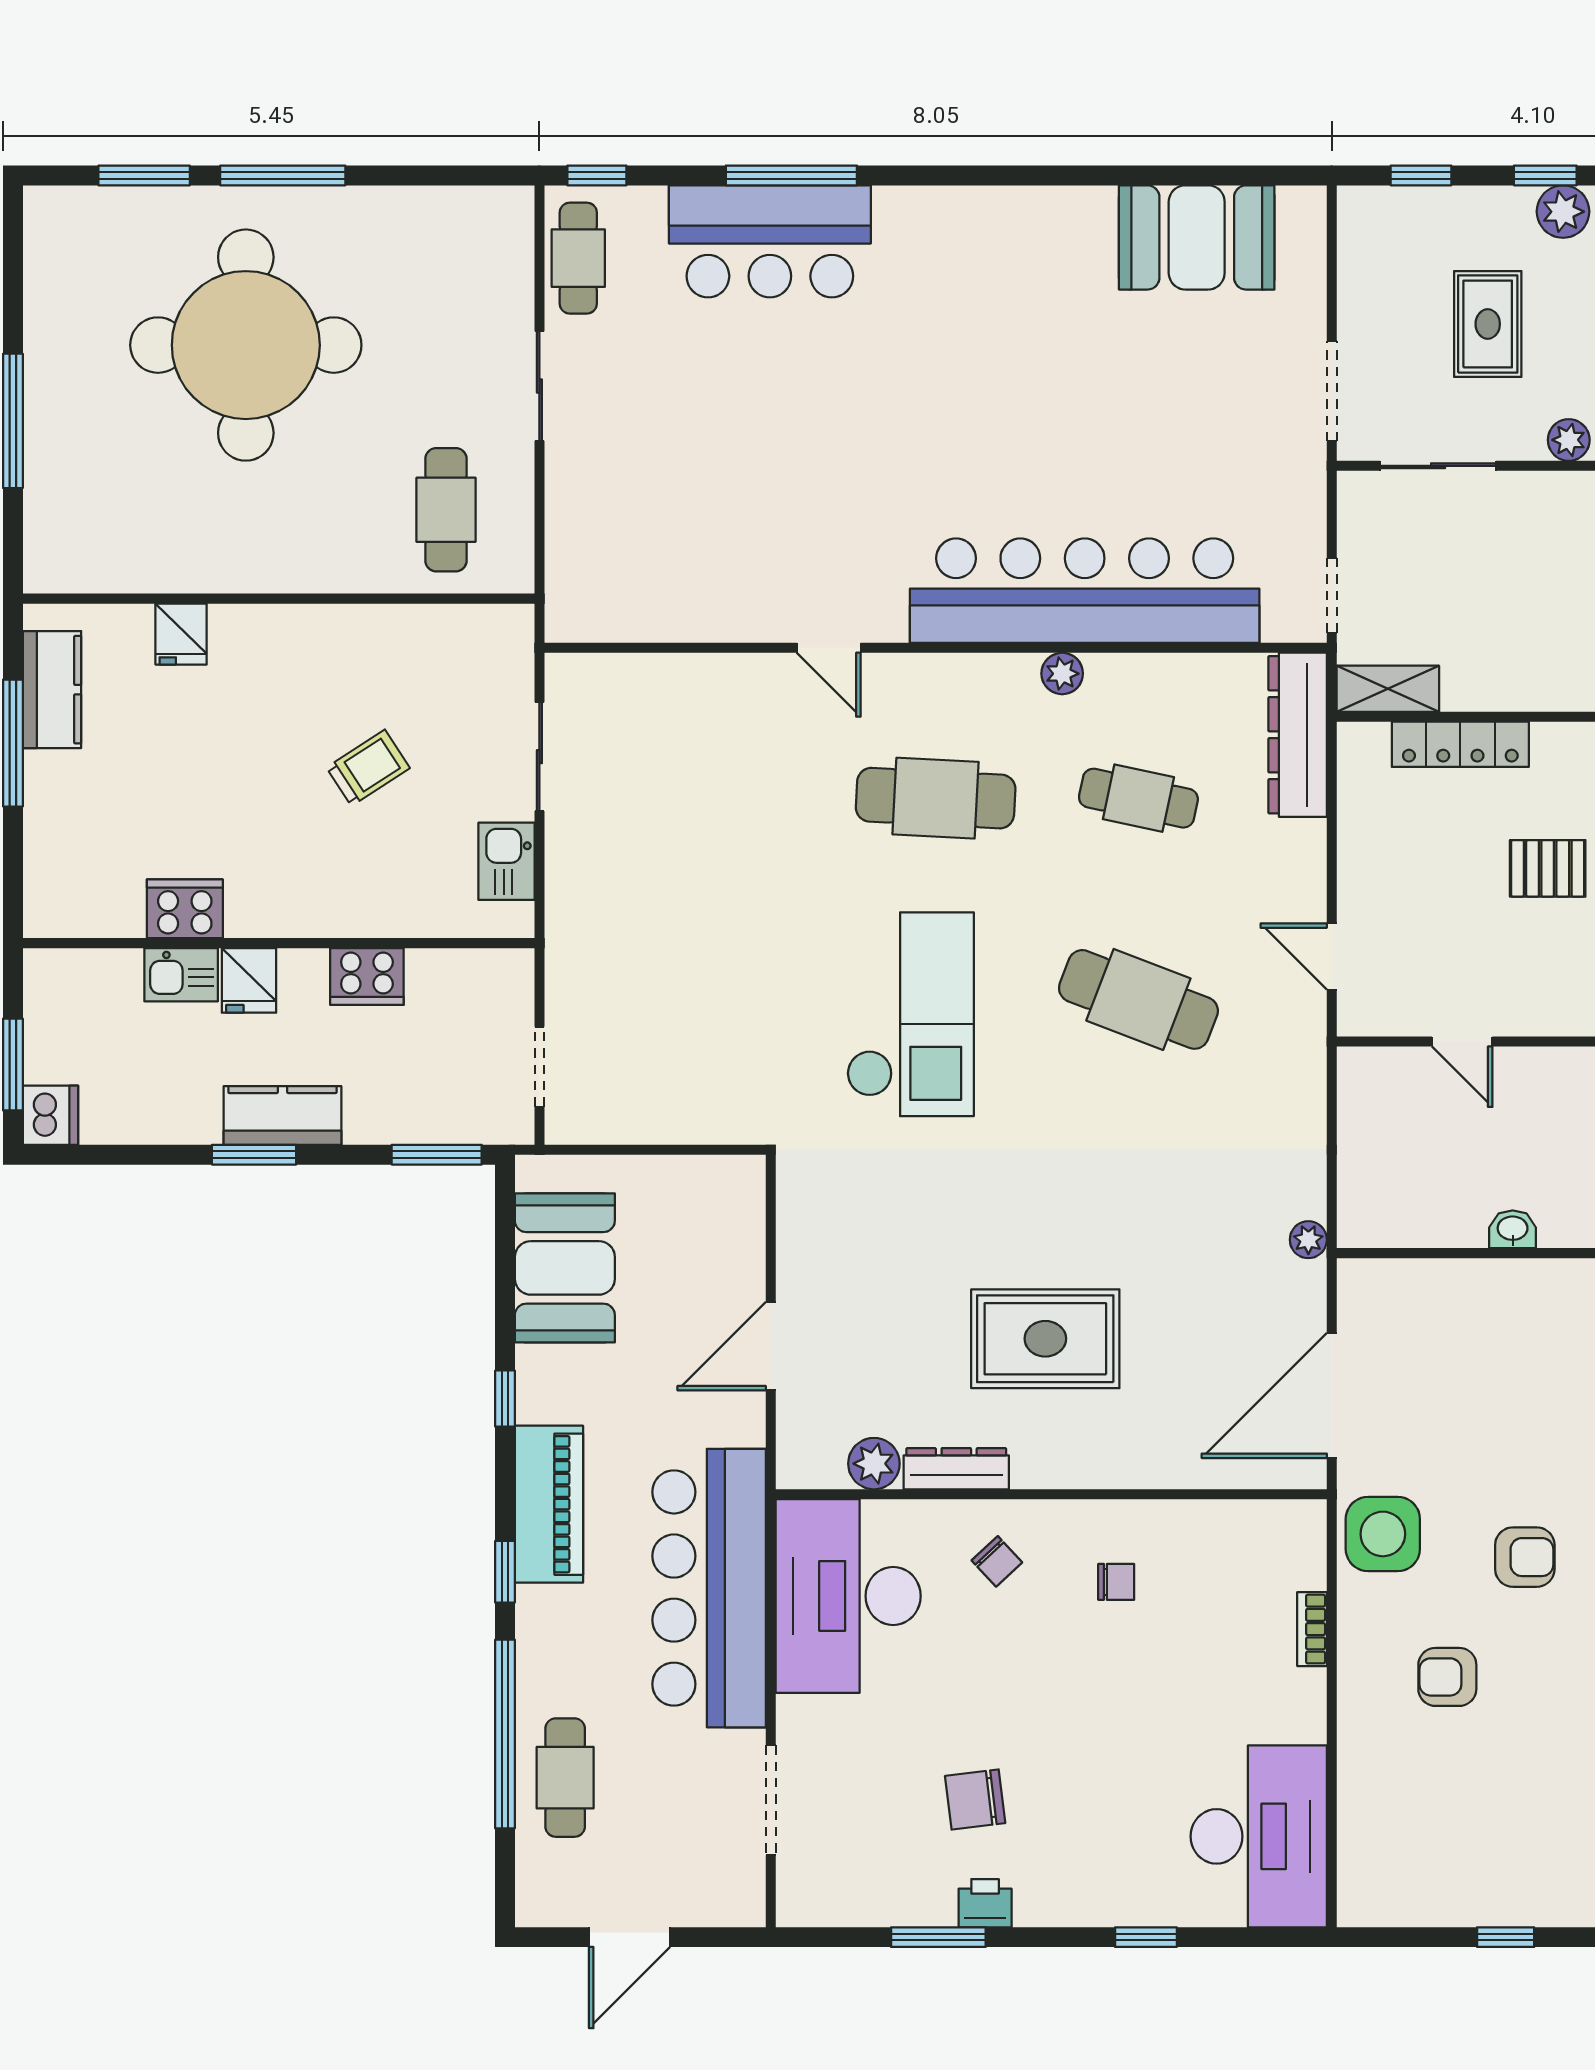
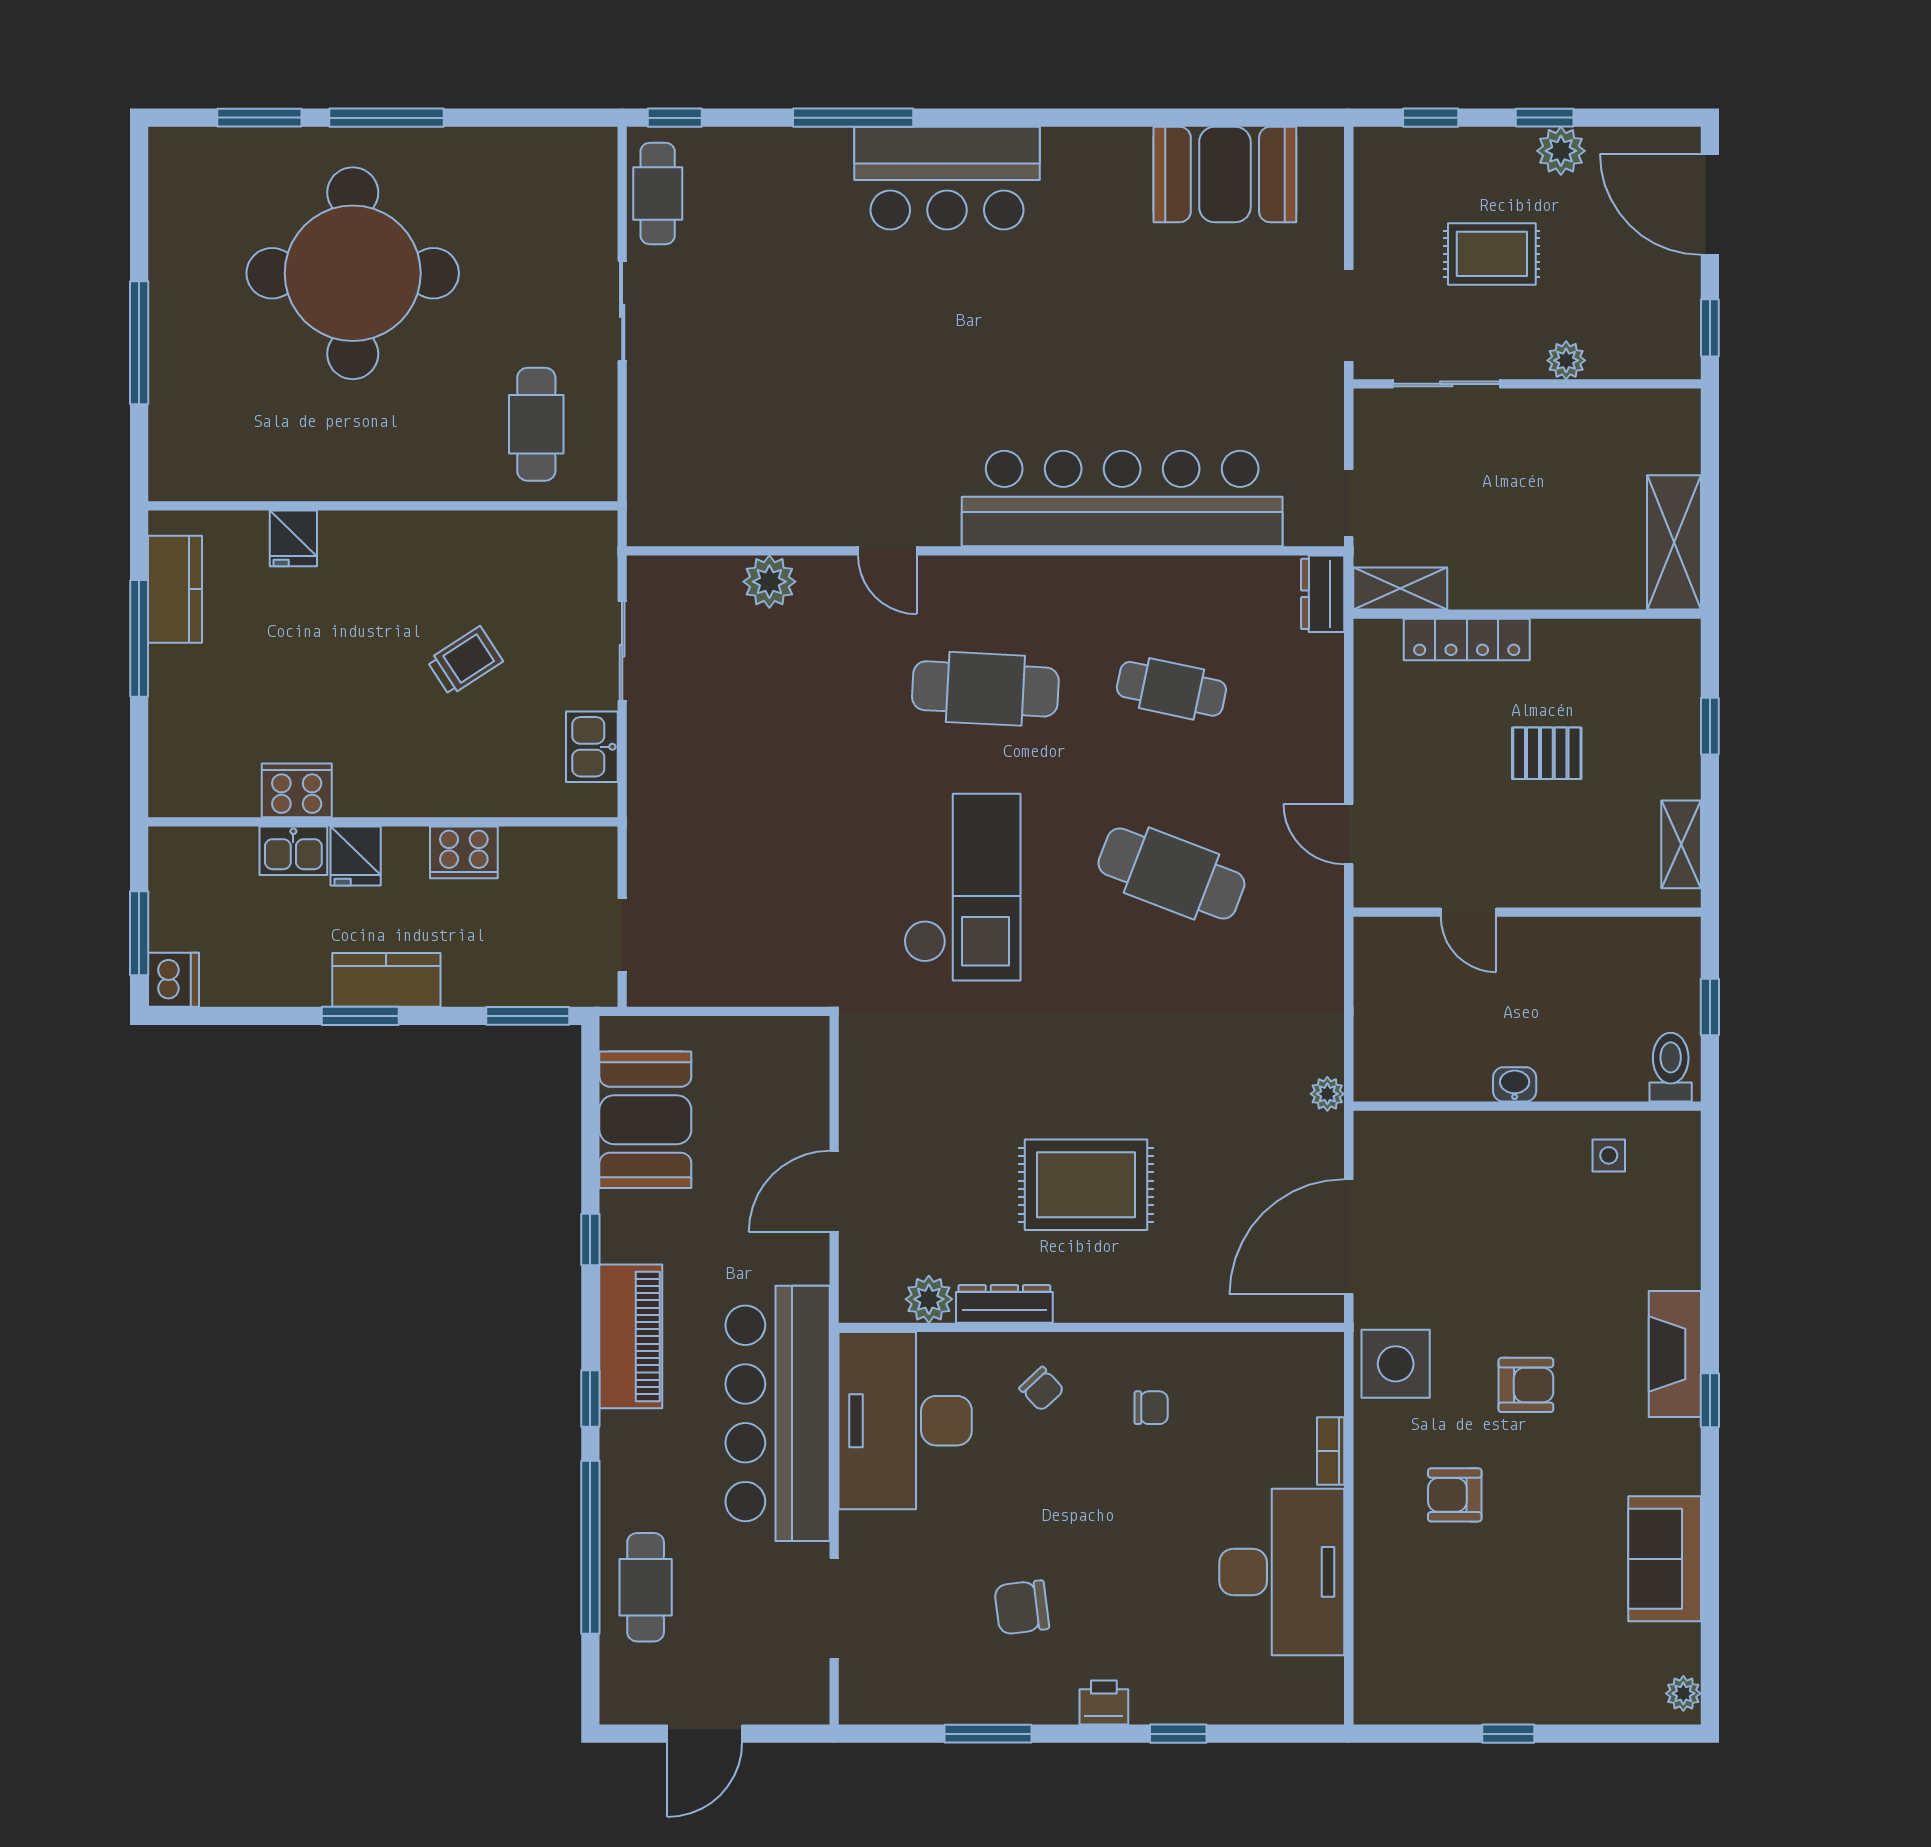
bar counter: (770, 241) -> (947, 178), moved
rug: (1488, 324) -> (1492, 254), turned 90
plant: (1062, 674) -> (769, 582), moved, width x1.38, depth x1.38
dresser: (1298, 735) -> (1323, 594), width x0.51, depth x0.80
desk: (1259, 1836) -> (1282, 1572), moved
printer: (985, 1903) -> (1104, 1702), moved

